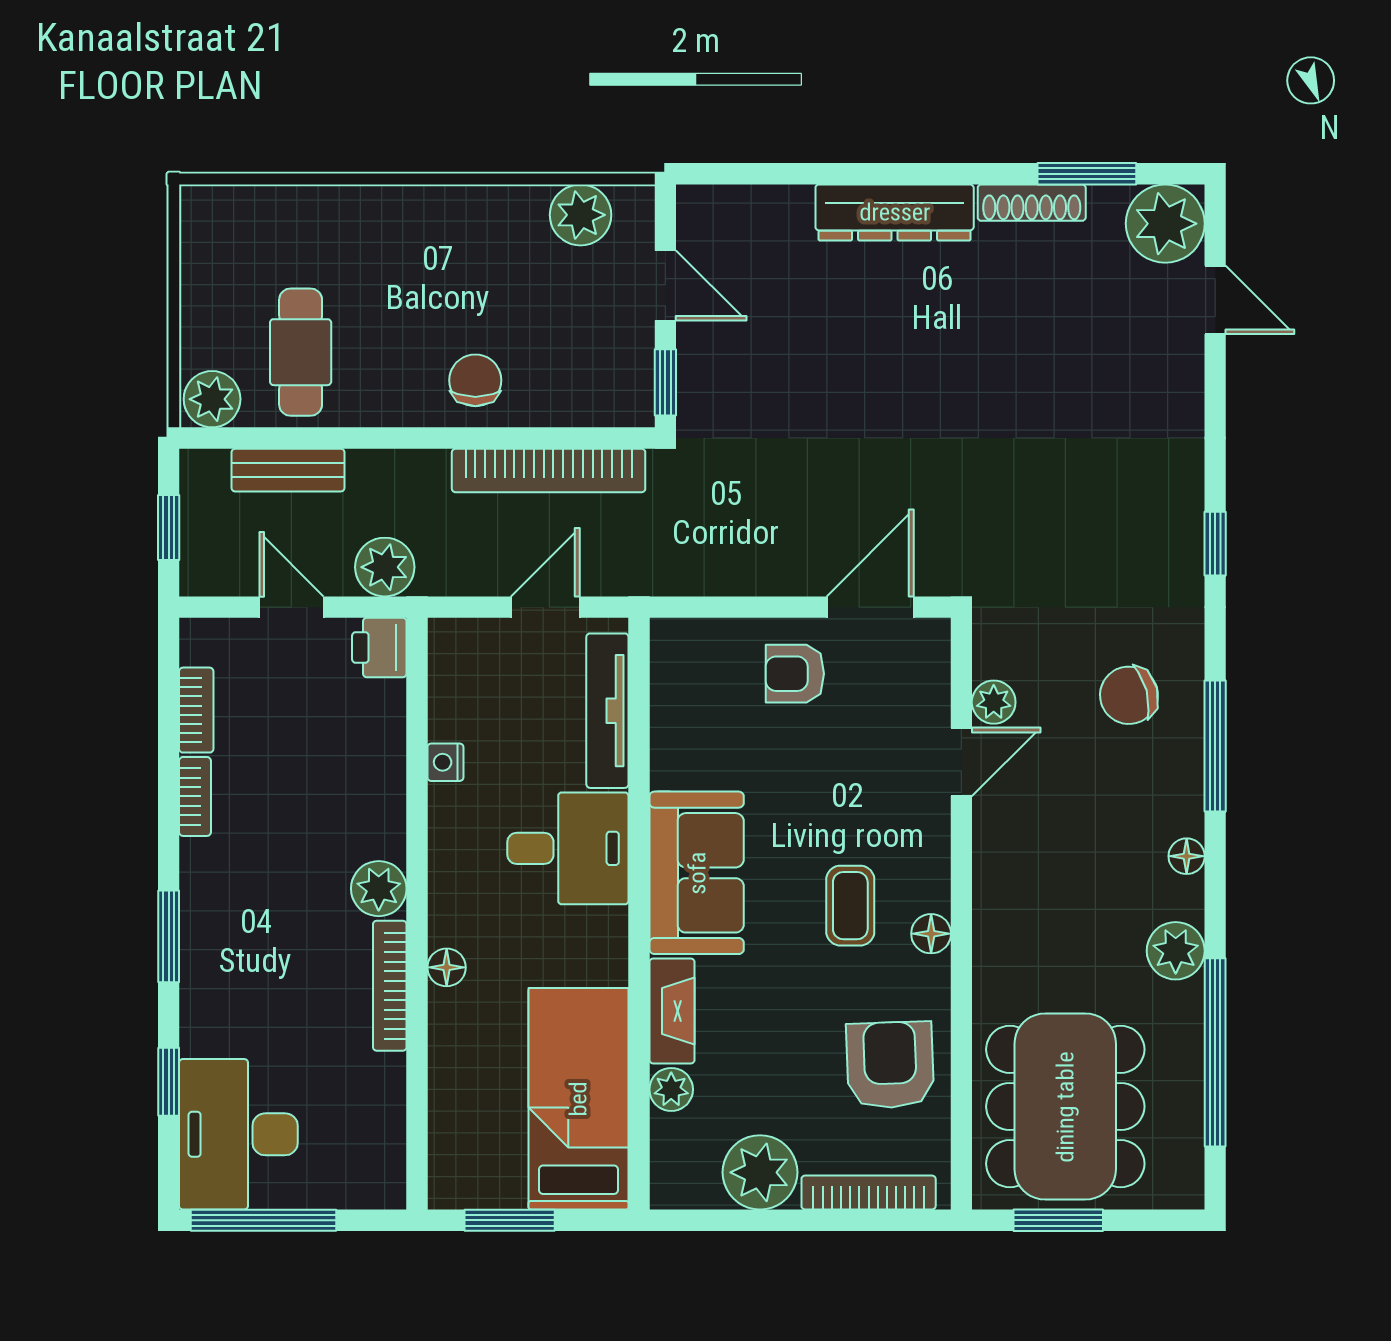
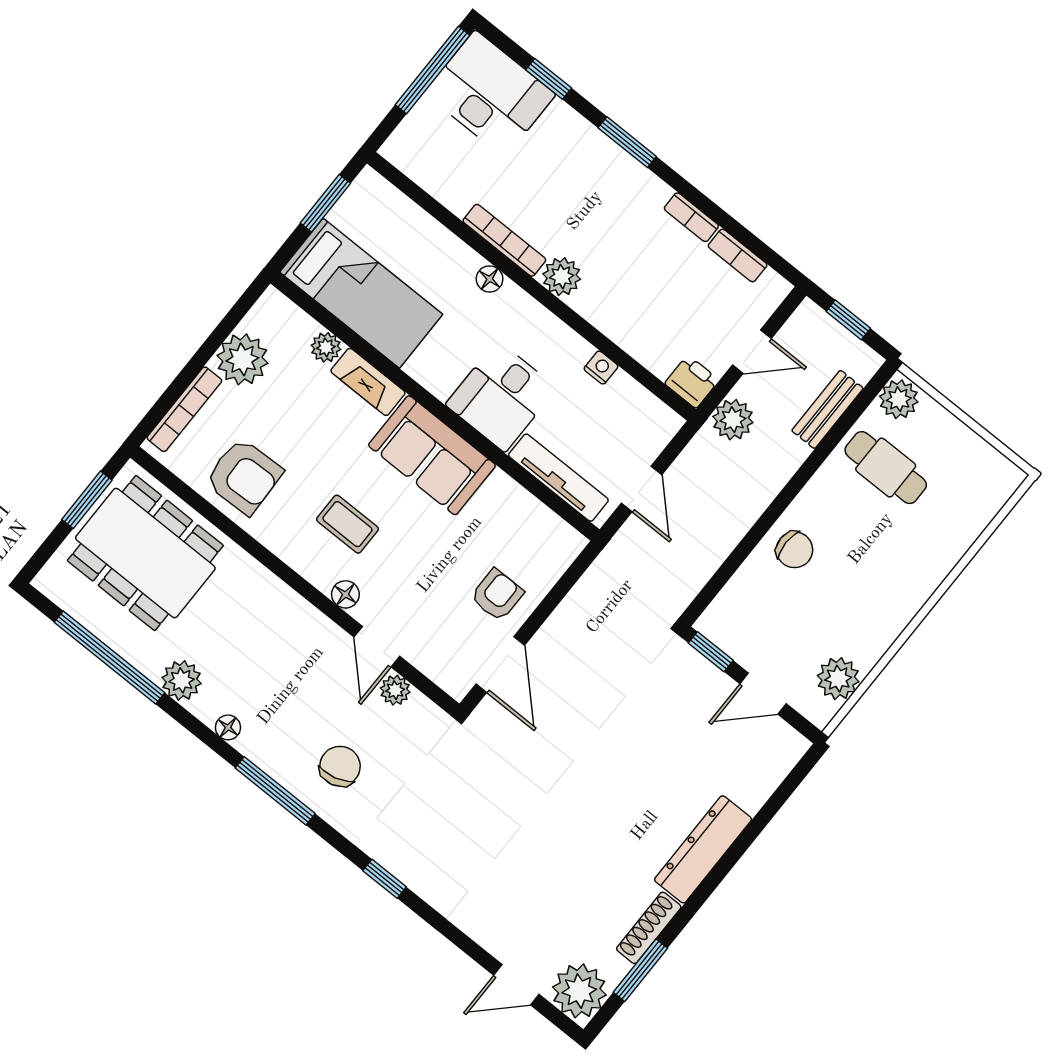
bookcase: (549, 471) -> (714, 550), removed
floor lamp: (931, 934) -> (345, 594), moved

